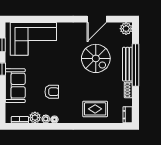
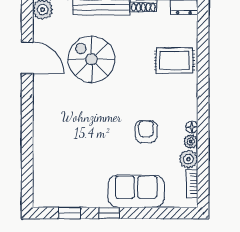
corner sofa: (33, 39) -> (59, 162), removed
spiral stairs: (96, 58) -> (92, 59), turned -90
rug: (95, 109) -> (174, 60), turned 90

